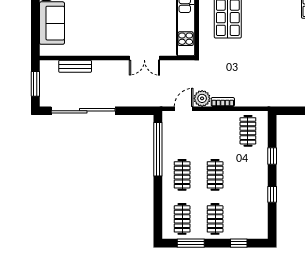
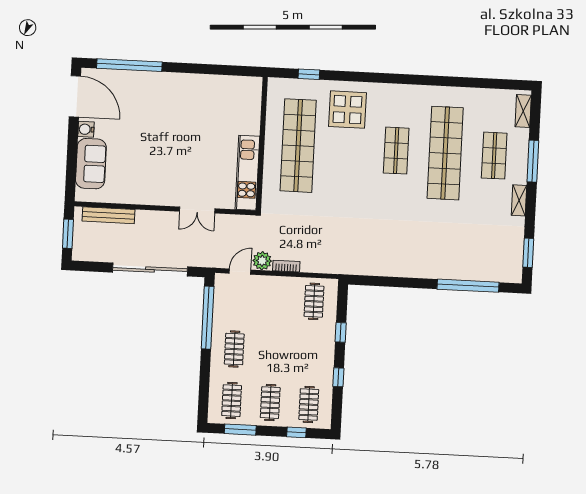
bench: (75, 66) -> (109, 215), width x1.36
sliding door: (83, 111) -> (150, 270), moved
clothes rail: (215, 175) -> (309, 405), moved

